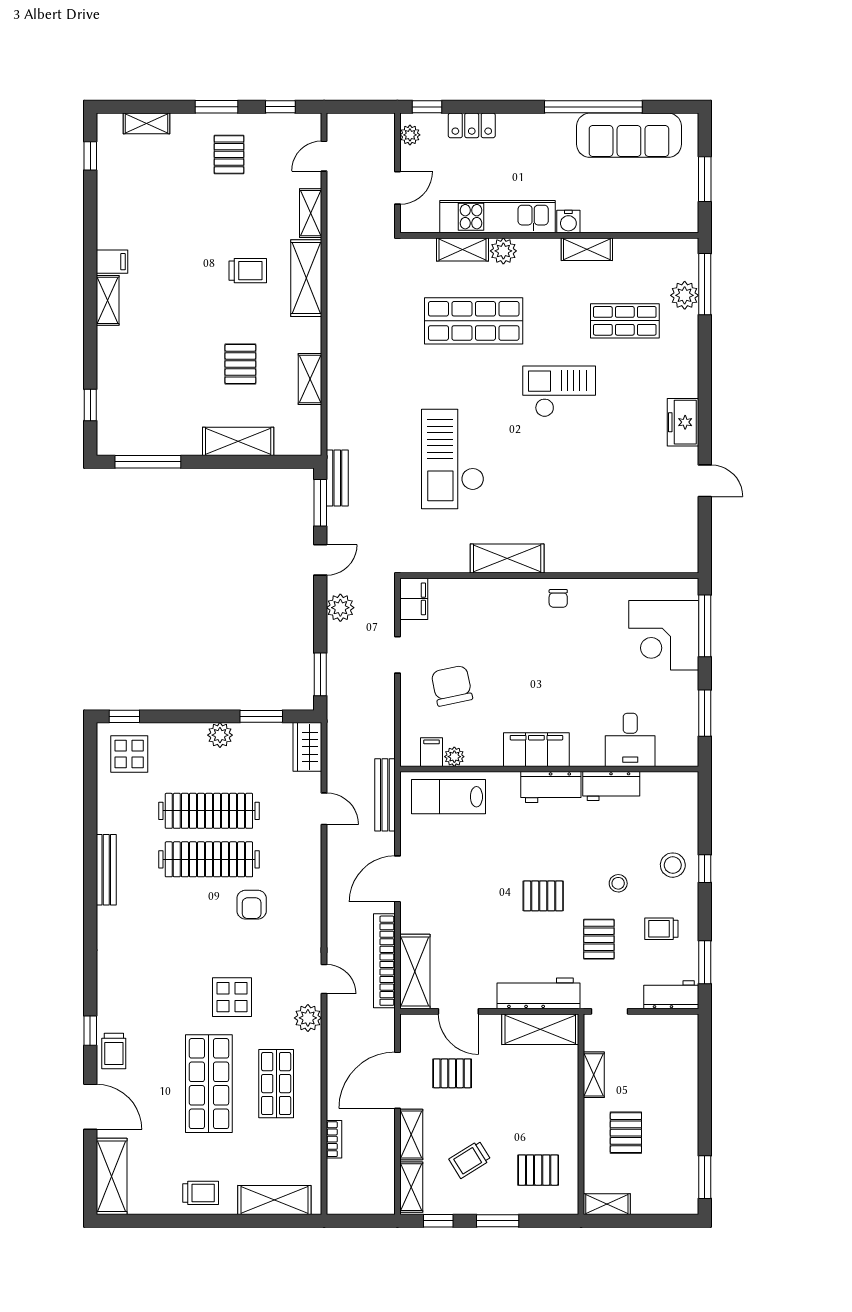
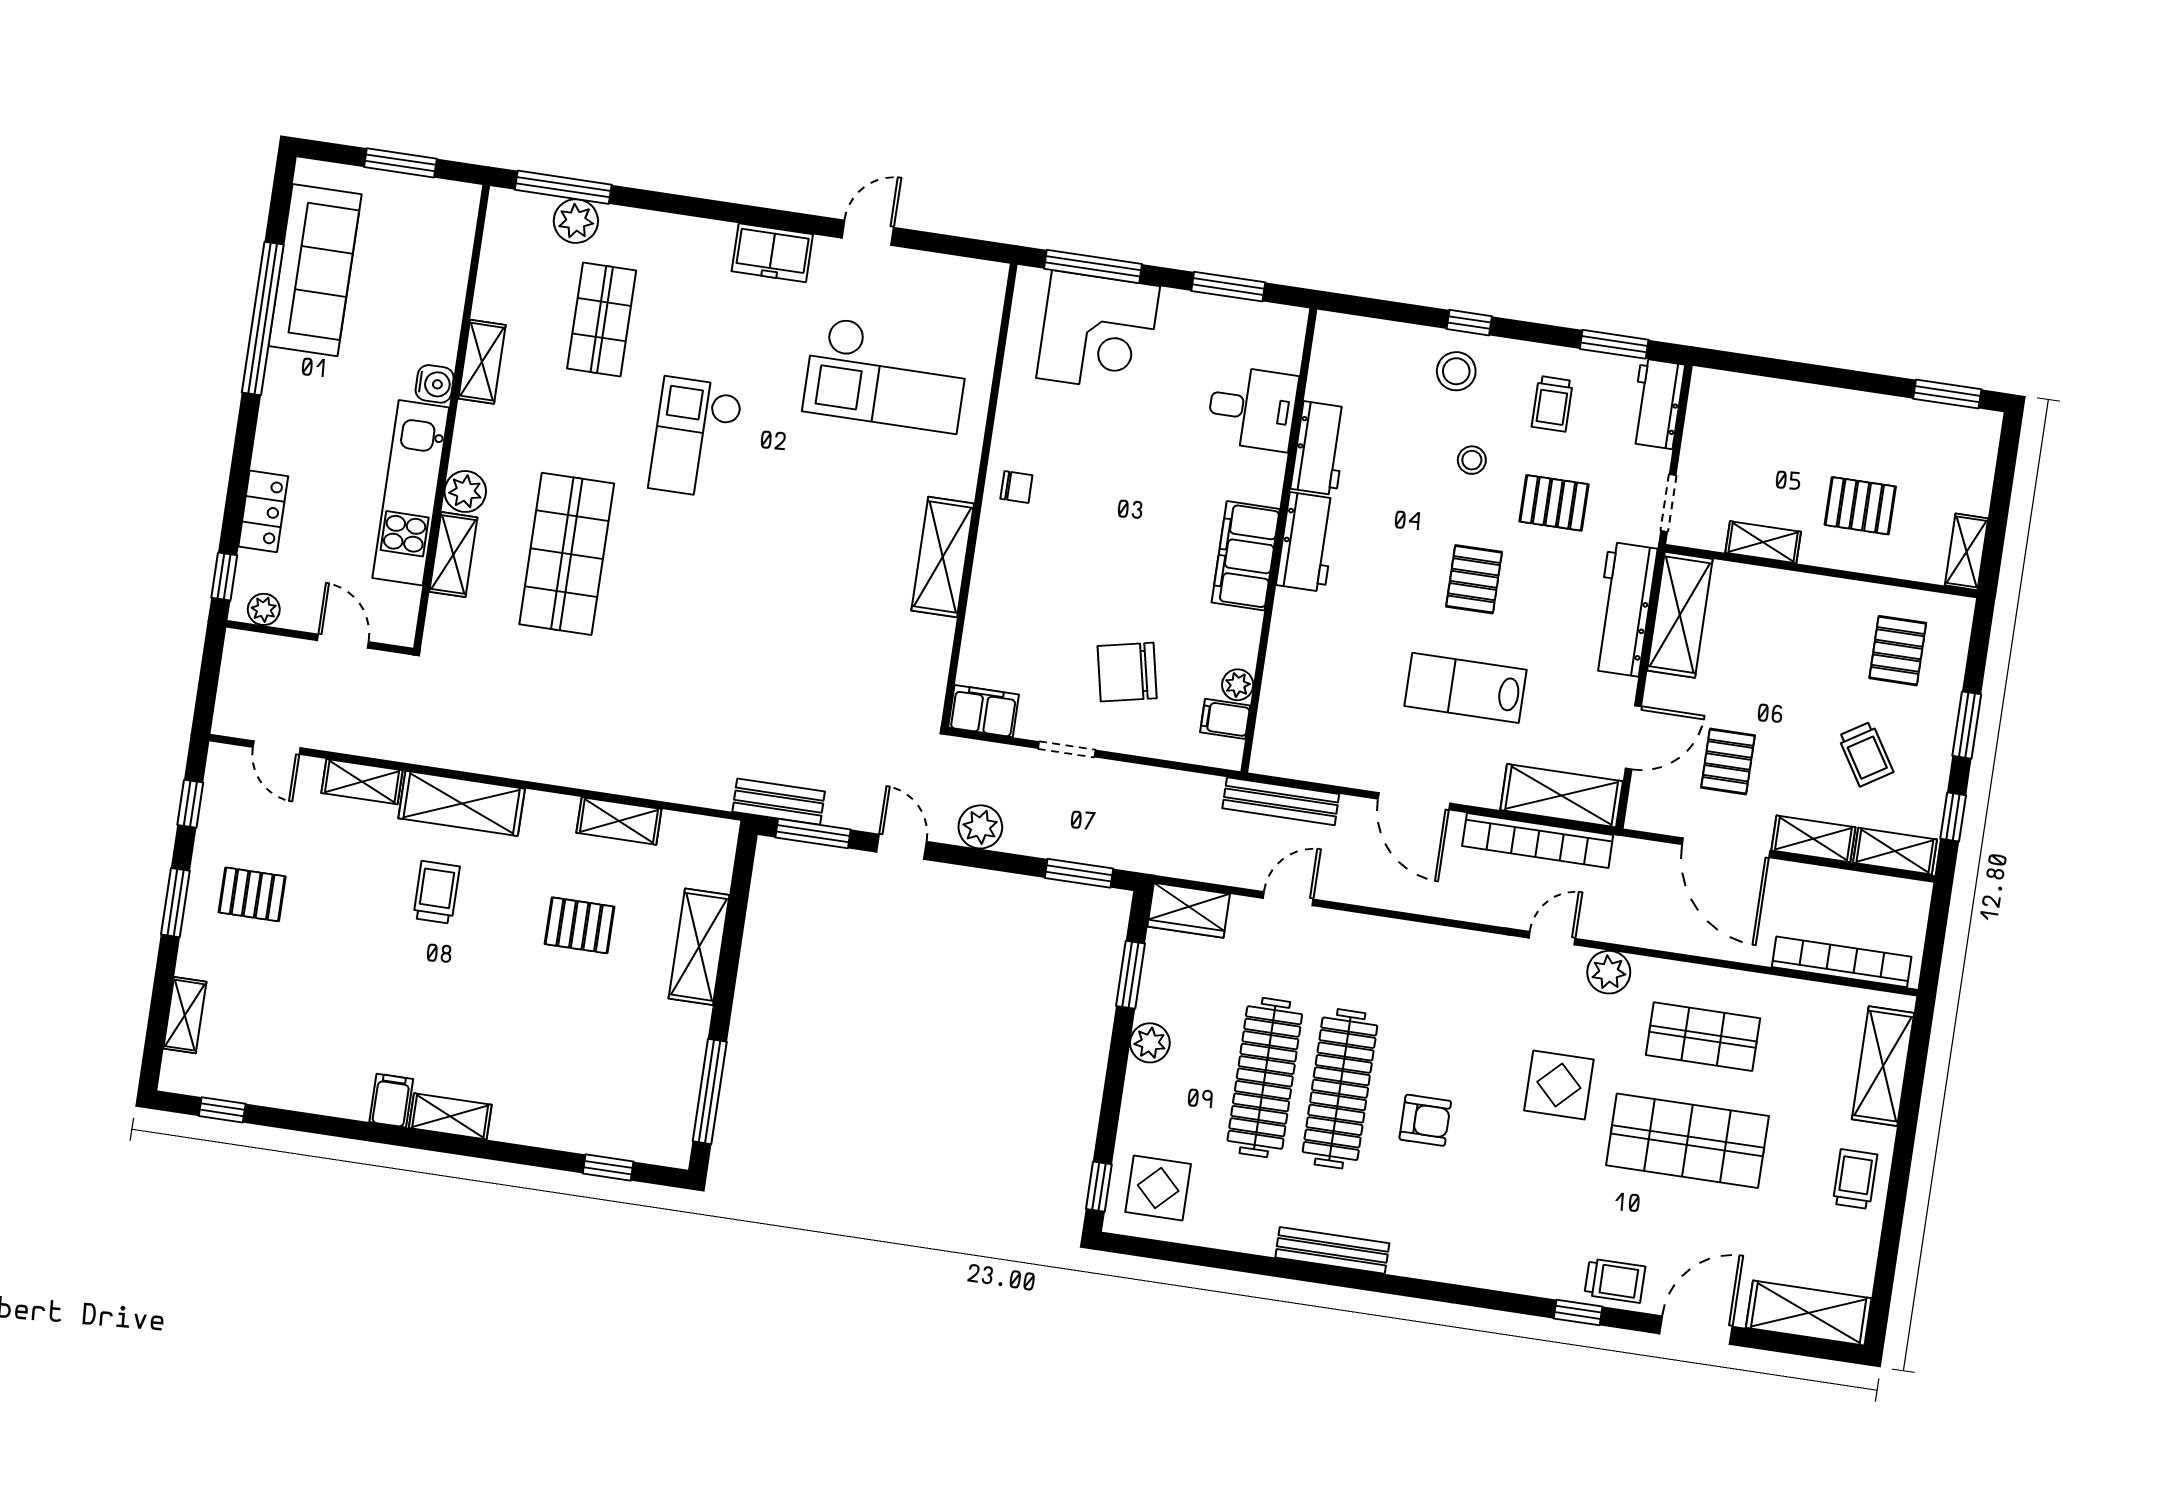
checkout: (453, 459) -> (886, 375), moved
lab bench: (448, 797) -> (1465, 688), moved, turned 90
armchair: (252, 905) -> (1425, 1120), moved
bookcase: (334, 1139) -> (1842, 962), width x2.31, depth x1.31

